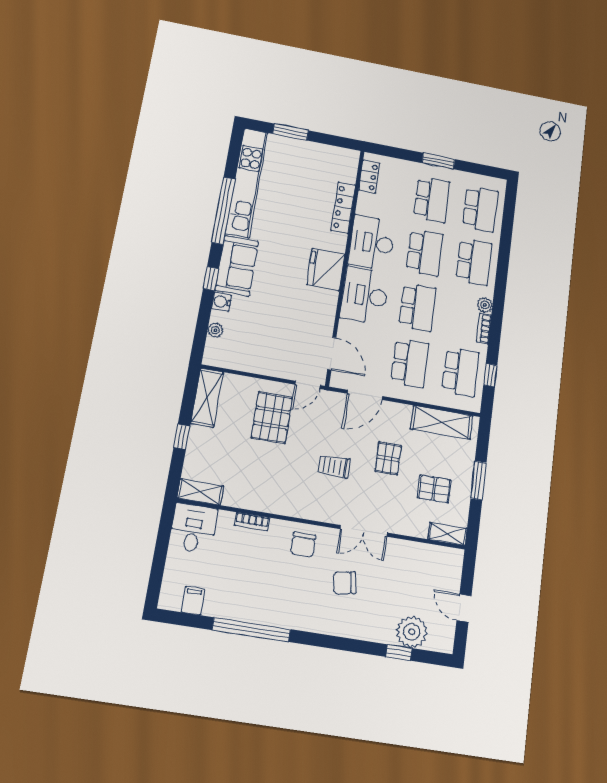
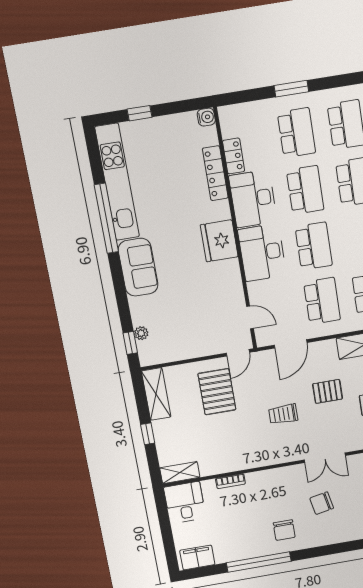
window: (291, 132) -> (139, 113), width x0.67
locker: (369, 177) -> (234, 156), moved
window: (211, 279) -> (130, 343), moved
water cooler: (222, 302) -> (206, 117), moved, turned 180
door: (332, 354) -> (250, 317), width x0.73
pallet: (388, 458) -> (328, 391), turned 90
chair: (303, 545) -> (284, 530), moved
filing cabinet: (193, 601) -> (197, 557), width x2.00

